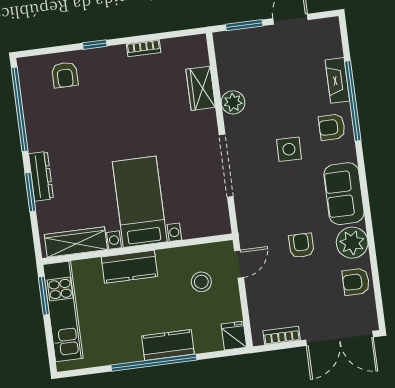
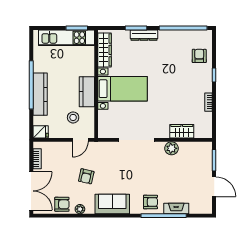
armchair: (65, 75) -> (199, 56), turned 90
armchair: (332, 127) -> (150, 202), turned 90
side table: (289, 149) -> (141, 176), removed
plant: (352, 243) -> (80, 209), width x0.53, depth x0.53
armchair: (301, 245) -> (86, 176), turned 103
door: (239, 264) -> (80, 140), hinge flipped
kitchen counter: (129, 267) -> (87, 92), moved
armchair: (356, 282) -> (62, 204), turned 90
double door: (339, 338) -> (31, 191), swing flipped
kitchen counter: (168, 345) -> (40, 94), width x1.50

